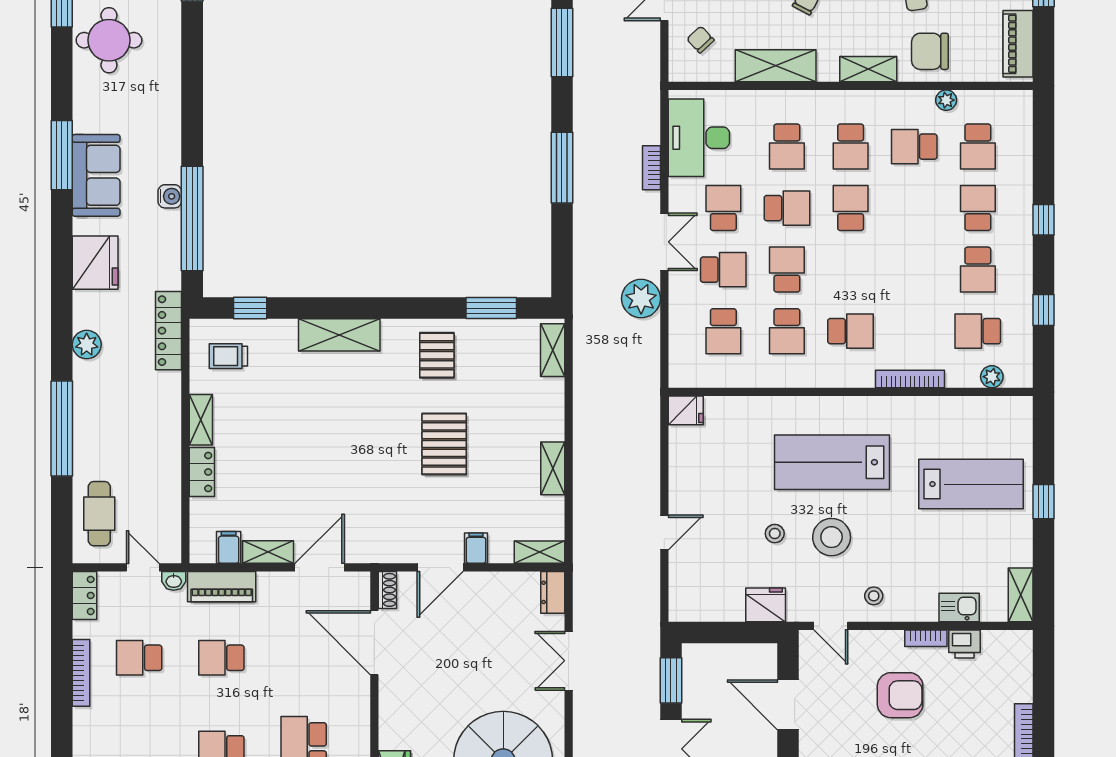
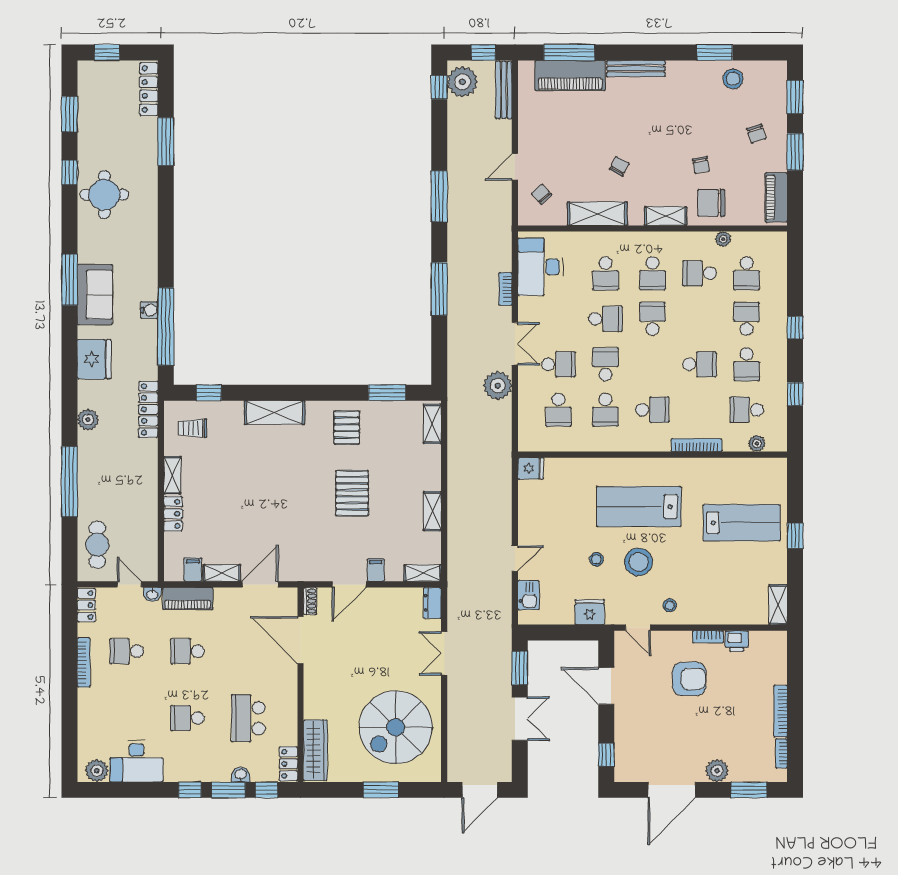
school desk: (723, 208) -> (700, 364), moved, turned 90
kitchen sink: (959, 607) -> (529, 595), moved, turned 90

